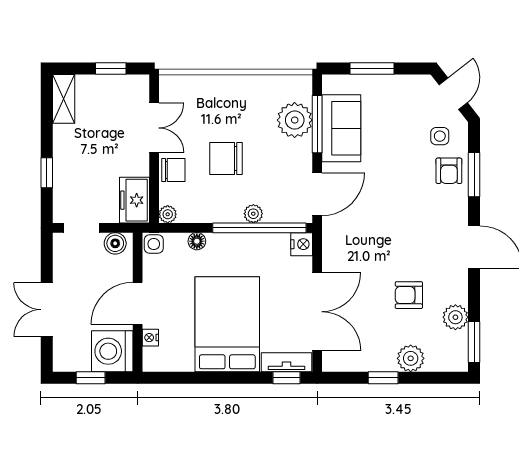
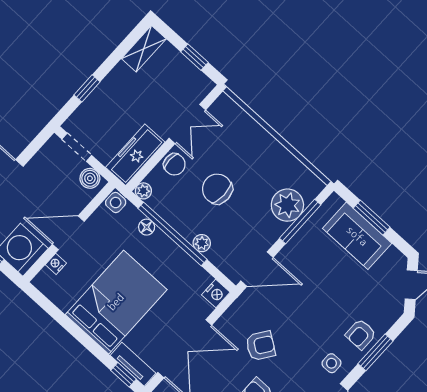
sofa: (341, 128) -> (357, 236), moved, turned 90
side table: (440, 136) -> (331, 363), moved
freezer: (135, 200) -> (135, 155), width x1.40
window: (259, 228) -> (172, 234), moved
armchair: (376, 254) -> (261, 346), added

